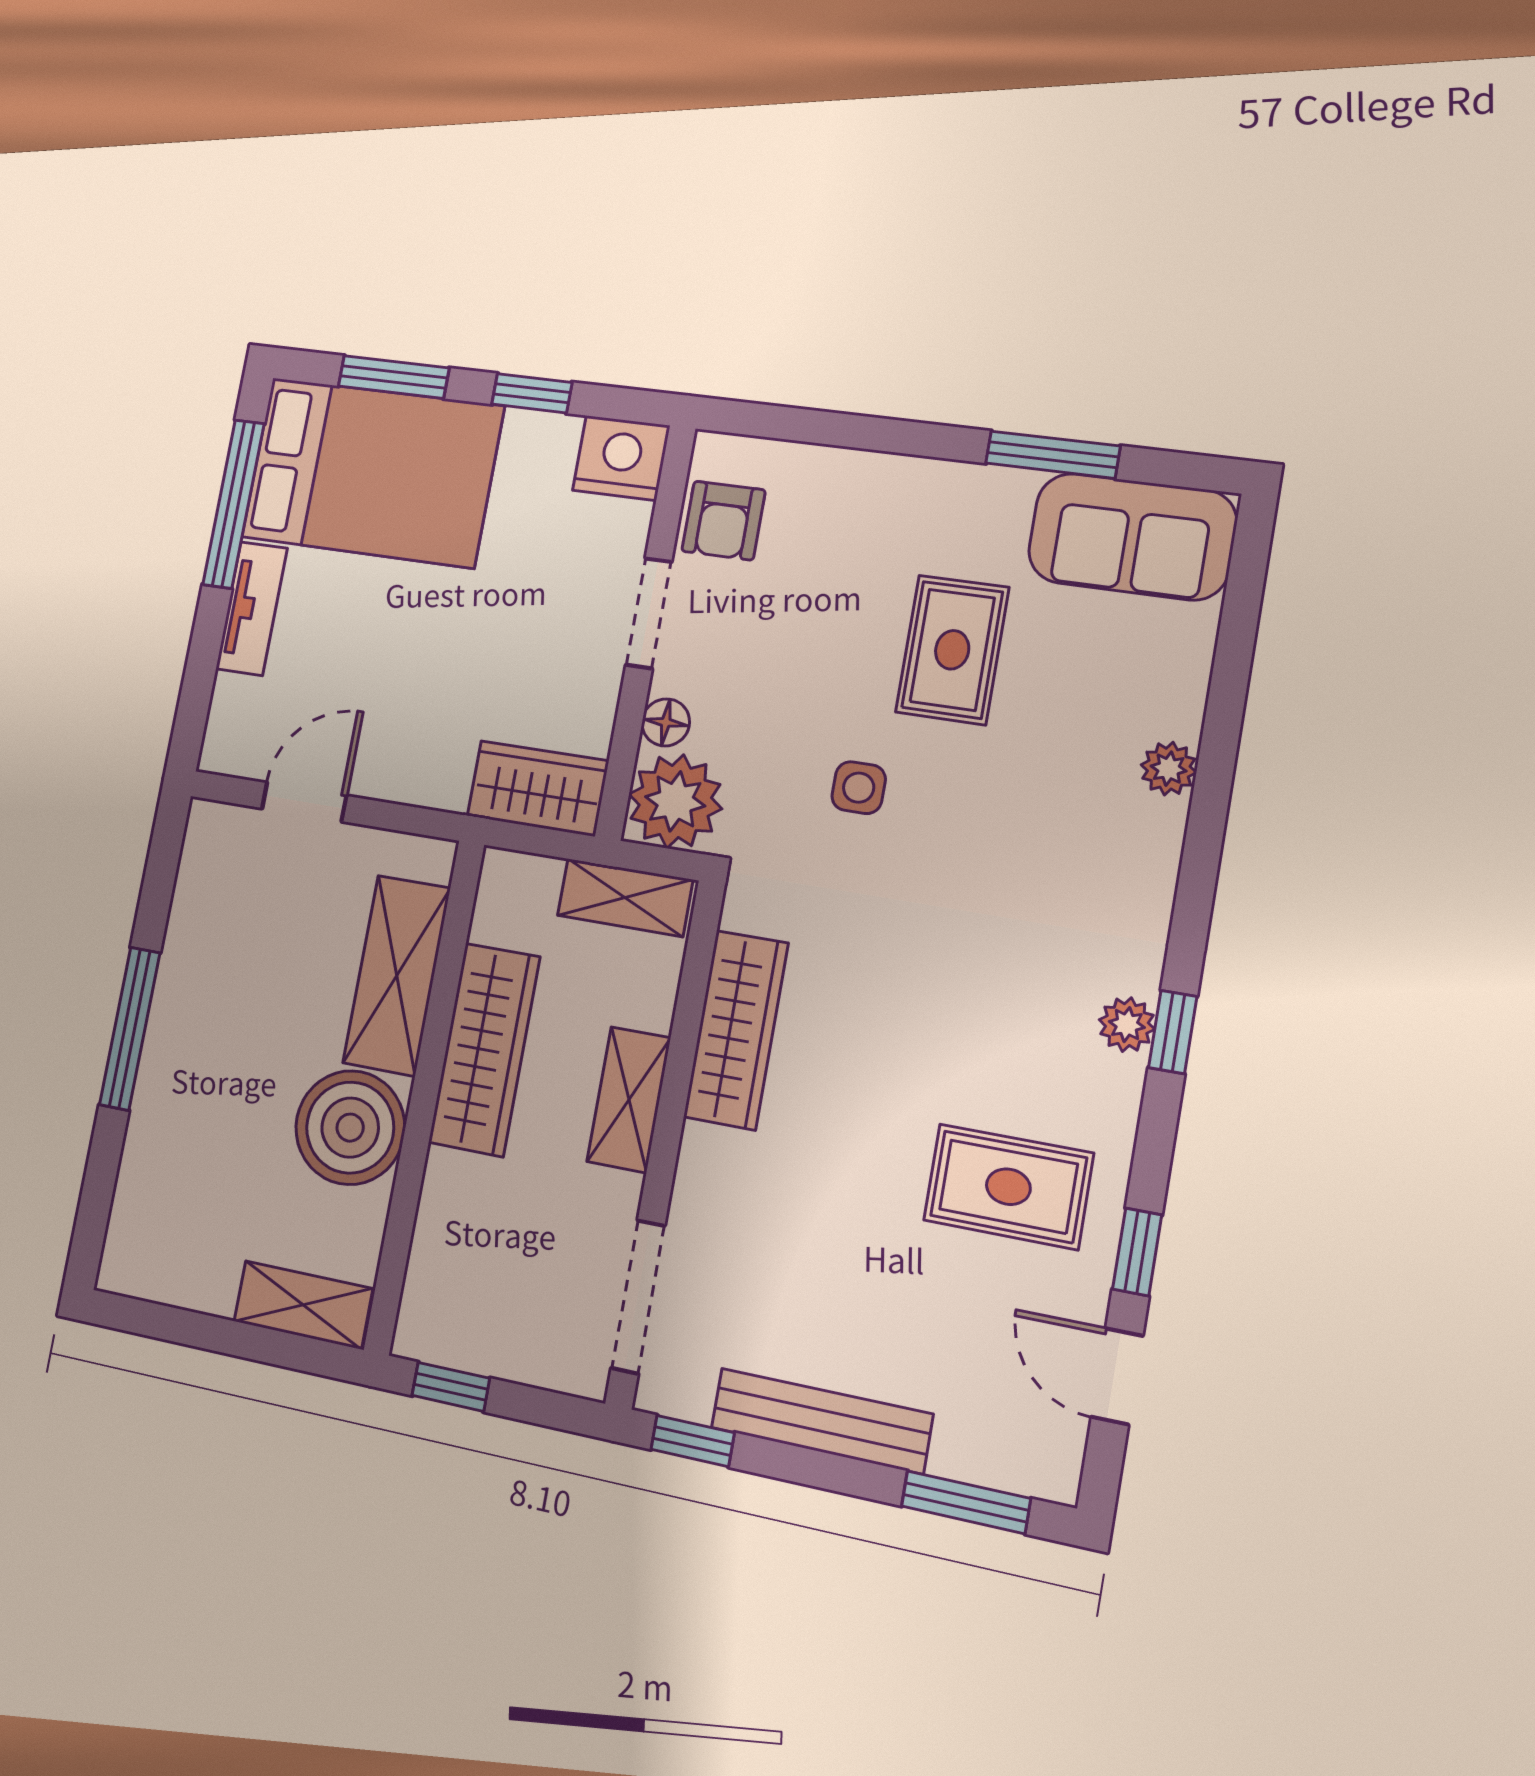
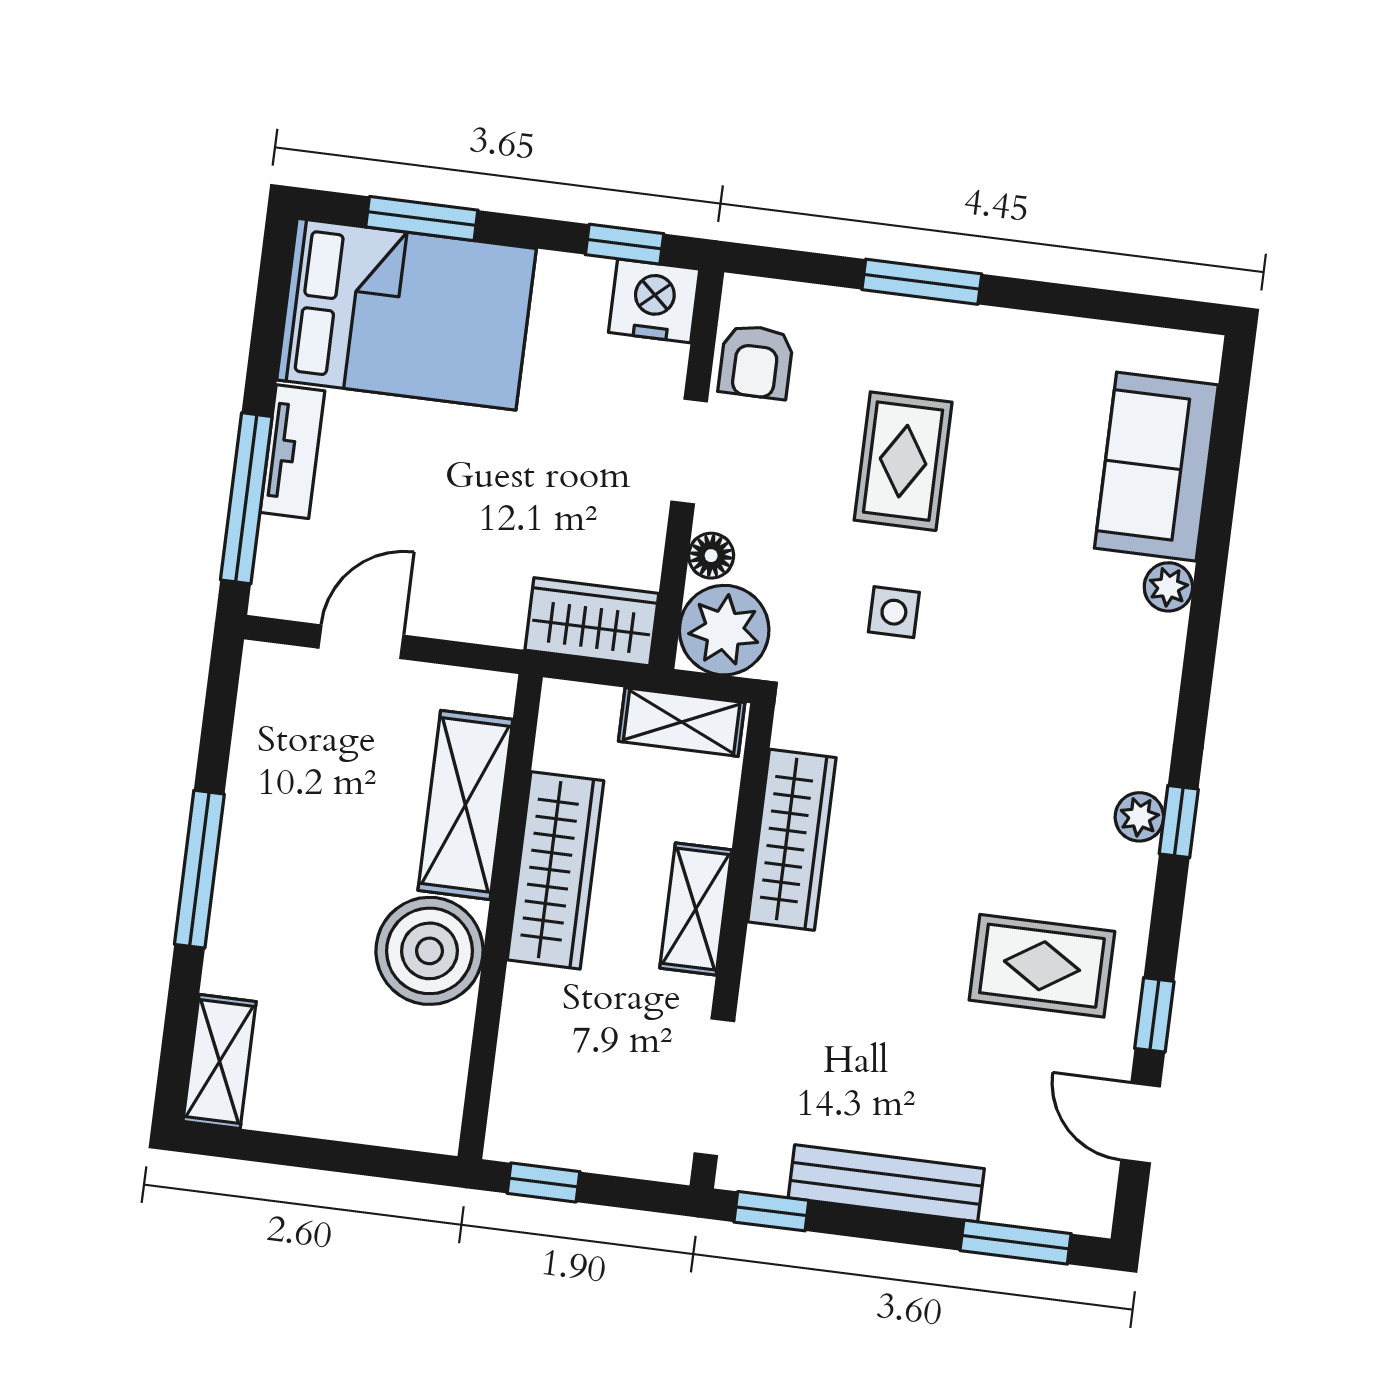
window: (532, 393) -> (625, 244), moved
window: (1053, 455) -> (922, 282), moved
window: (234, 504) -> (246, 498), moved
sofa: (1132, 537) -> (1156, 467), moved, turned 90
rug: (952, 650) -> (903, 461), moved
shelving: (303, 1305) -> (220, 1062), moved, turned 90

